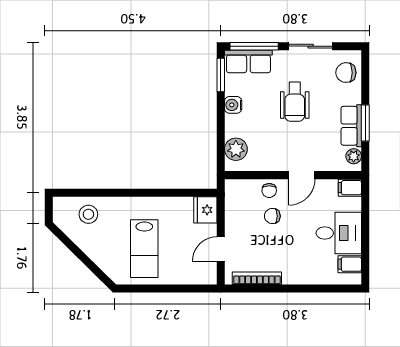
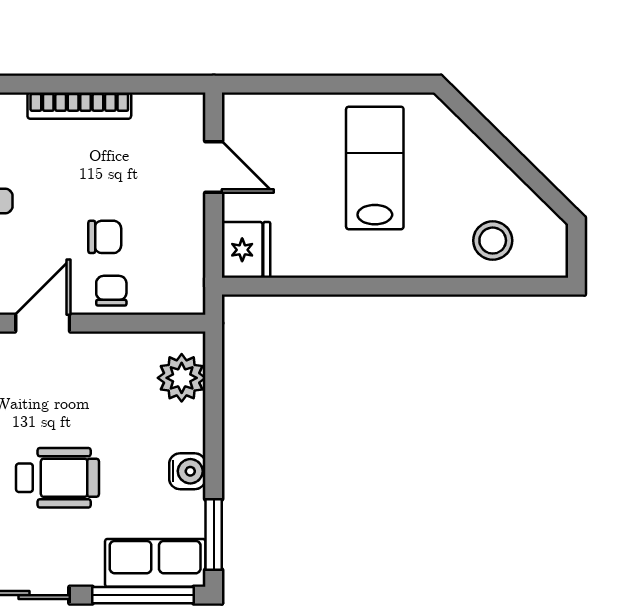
wheelchair: (295, 102) -> (58, 478), turned 90
door: (221, 249) -> (214, 167), hinge flipped
bookcase: (257, 278) -> (79, 106), moved

